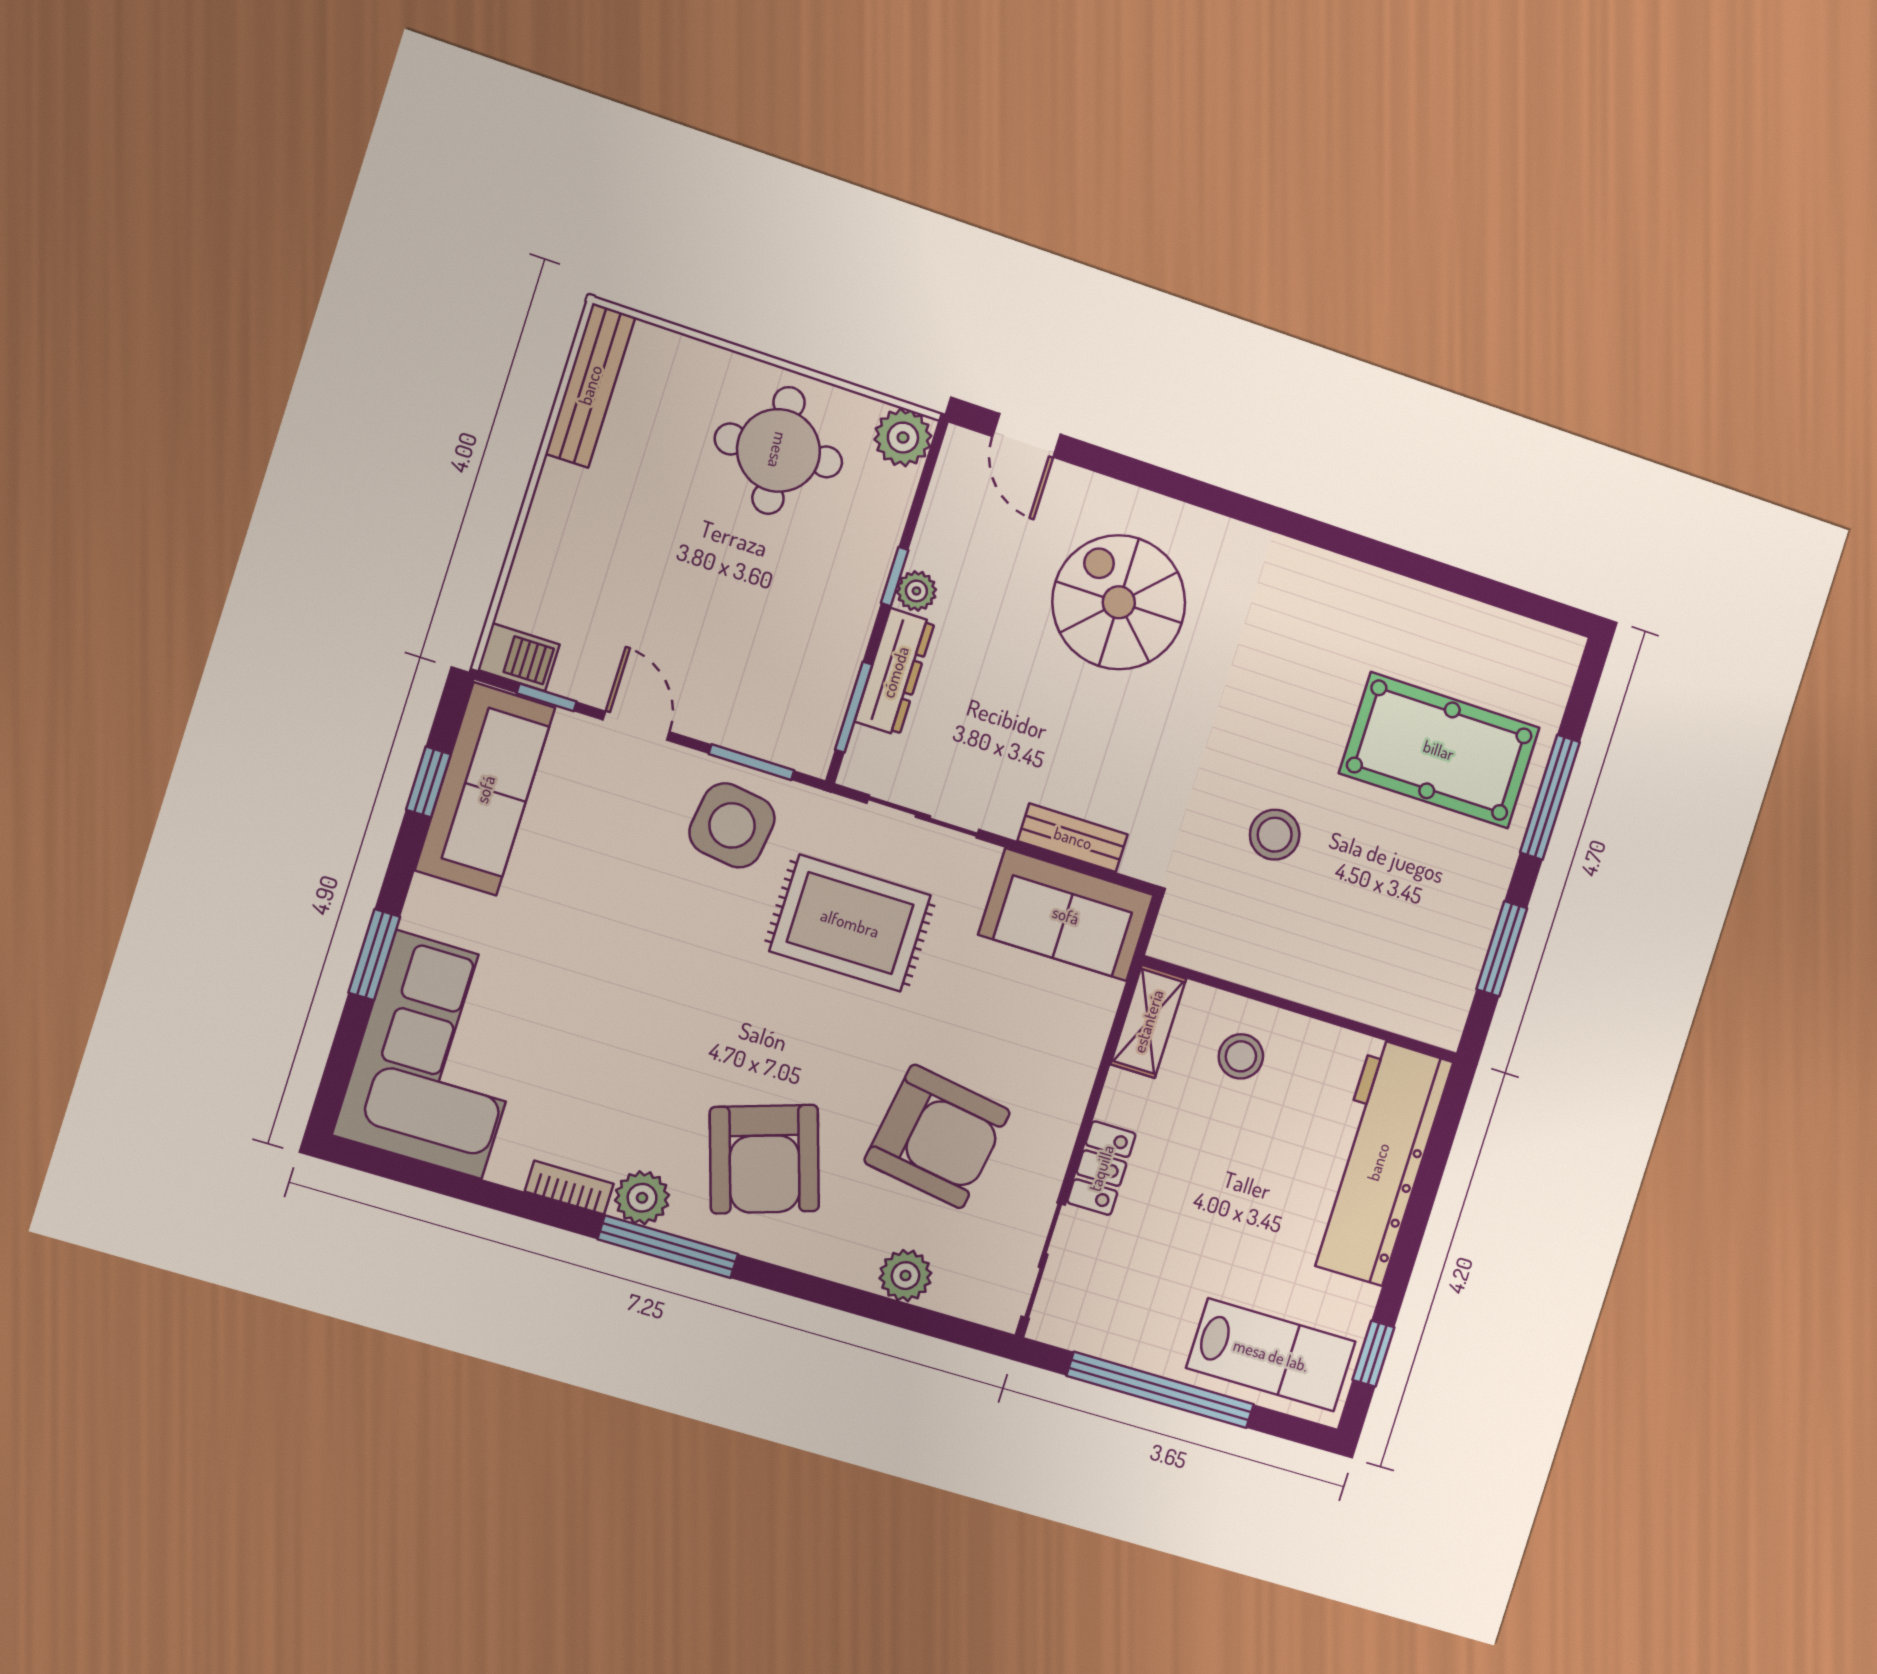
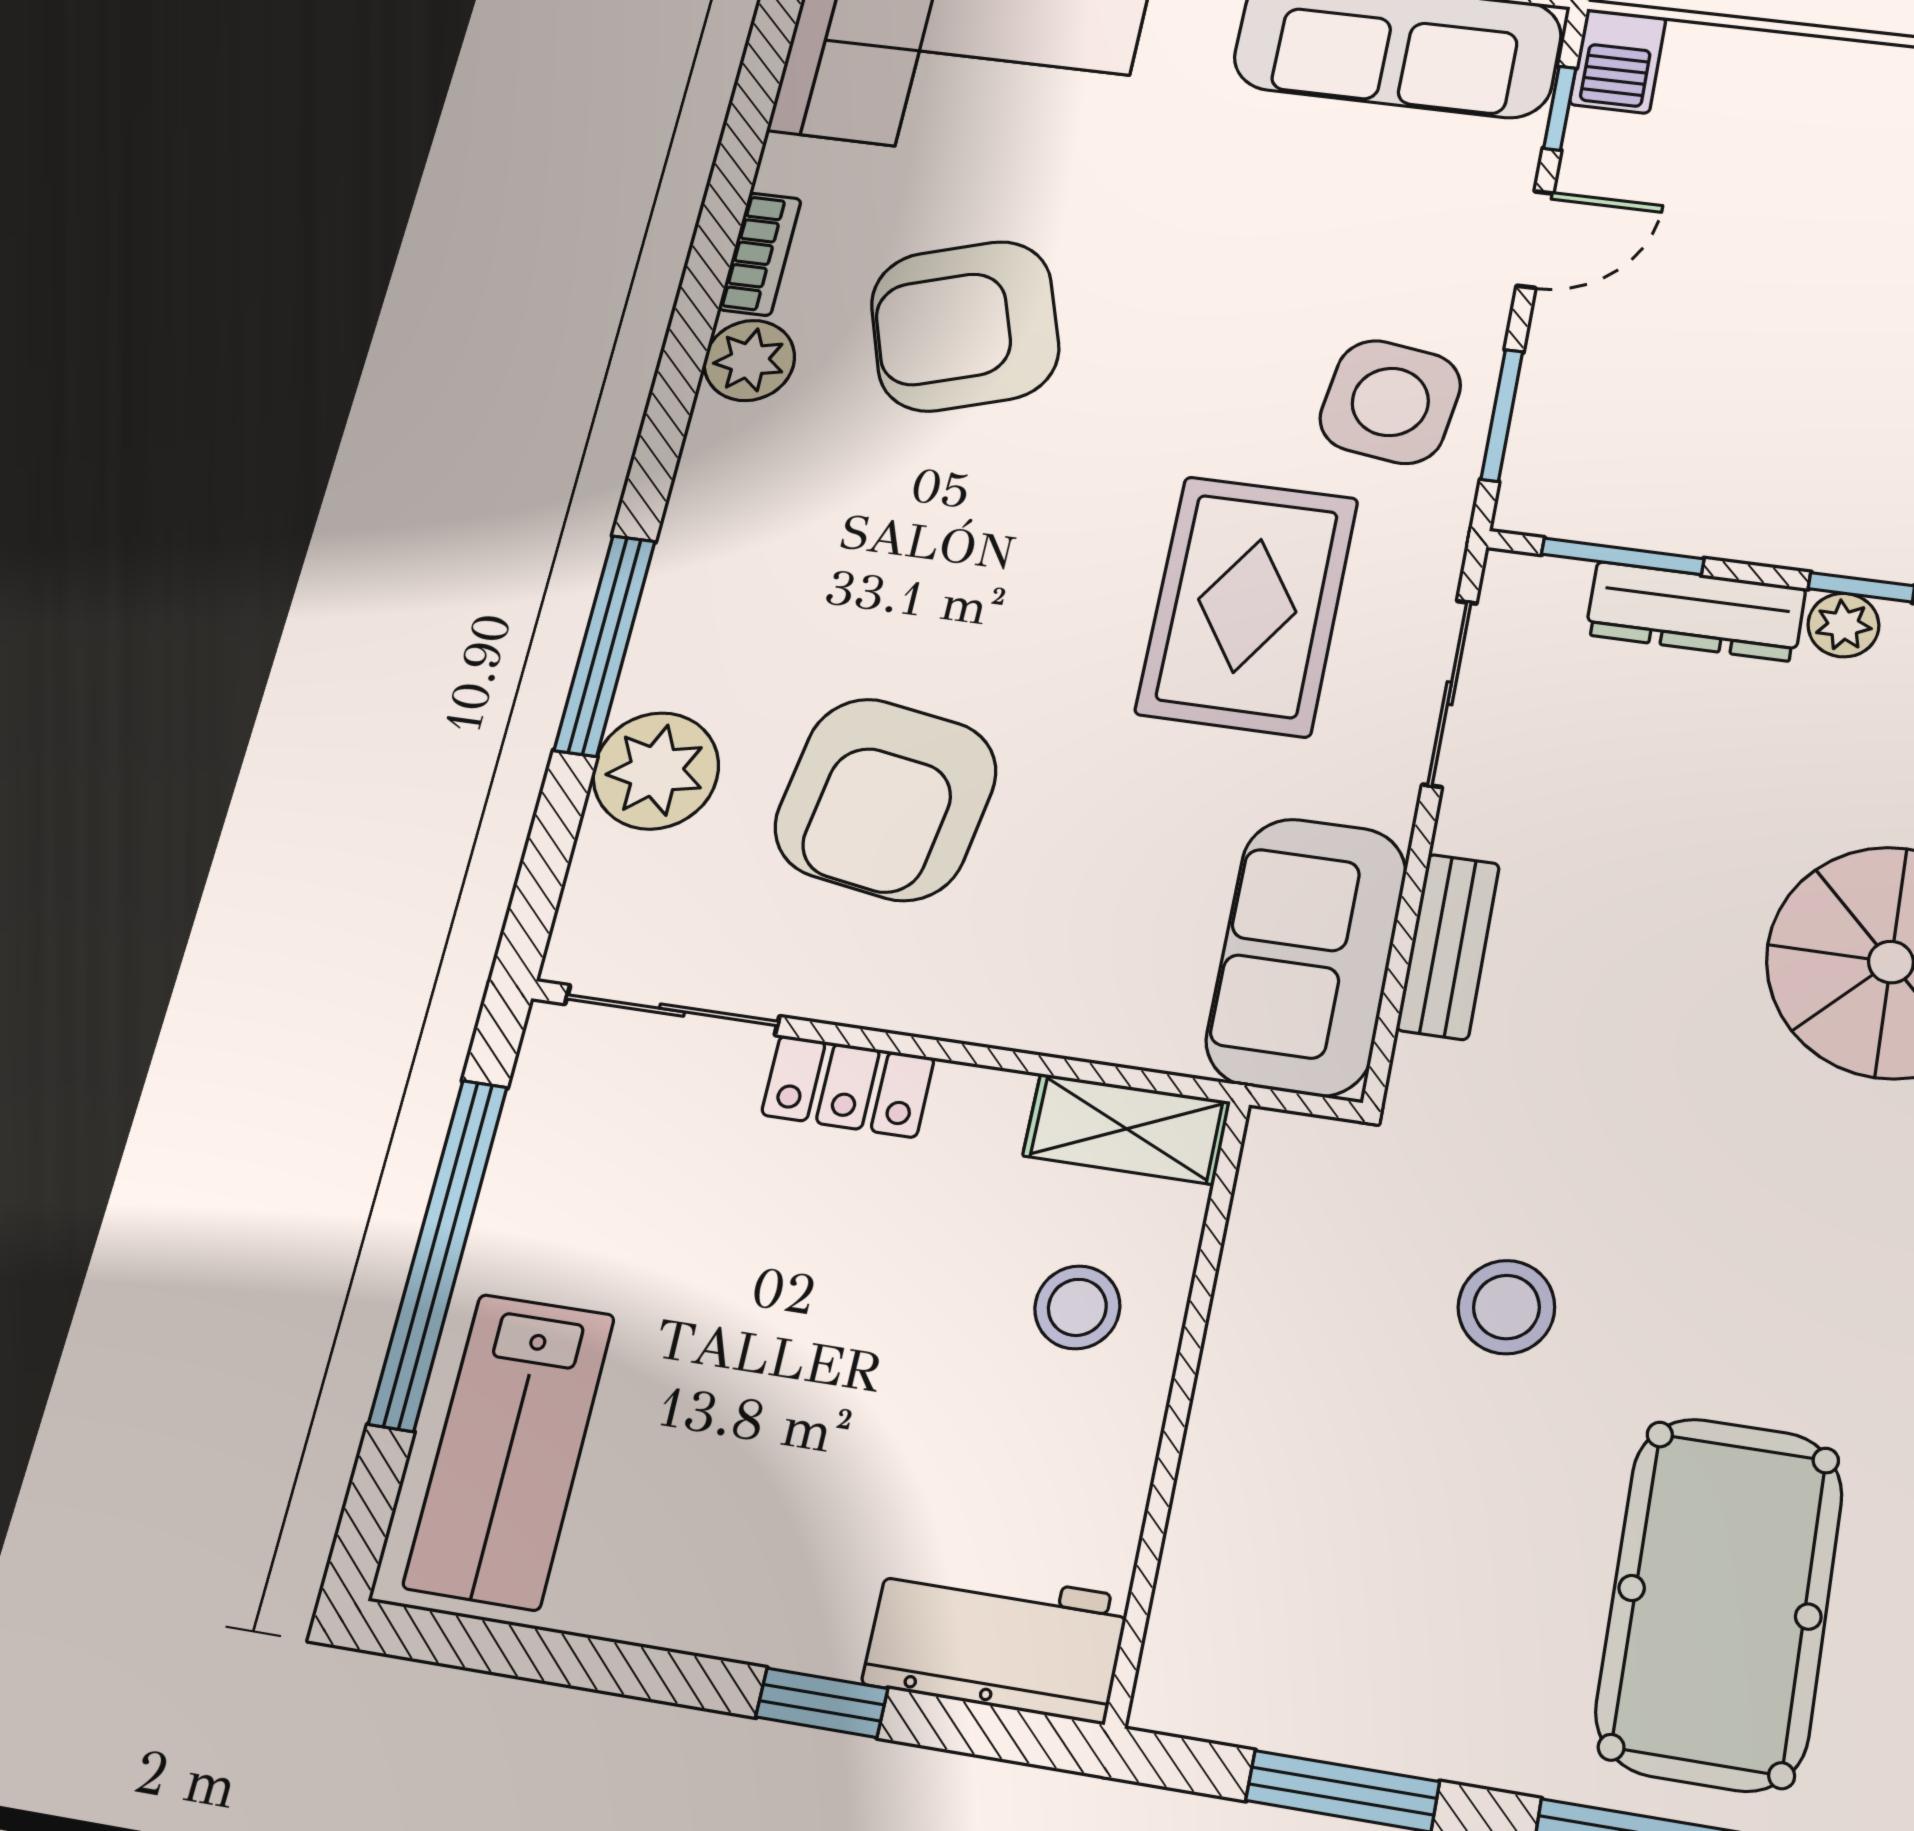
armchair: (764, 1159) -> (965, 326), moved
workbench: (1378, 1162) -> (996, 1641), width x0.53, depth x0.76
window: (668, 1247) -> (605, 645), moved
plant: (905, 1276) -> (656, 771), width x1.36, depth x1.36
window: (1373, 1354) -> (822, 1703), moved

